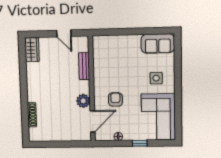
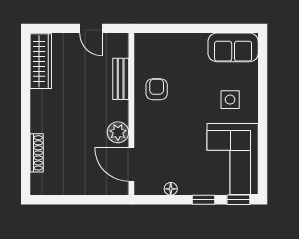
wardrobe: (32, 50) -> (41, 61), width x1.50
armchair: (115, 99) -> (157, 89), moved
door: (93, 121) -> (131, 165), swing flipped
window: (162, 143) -> (238, 200), added

